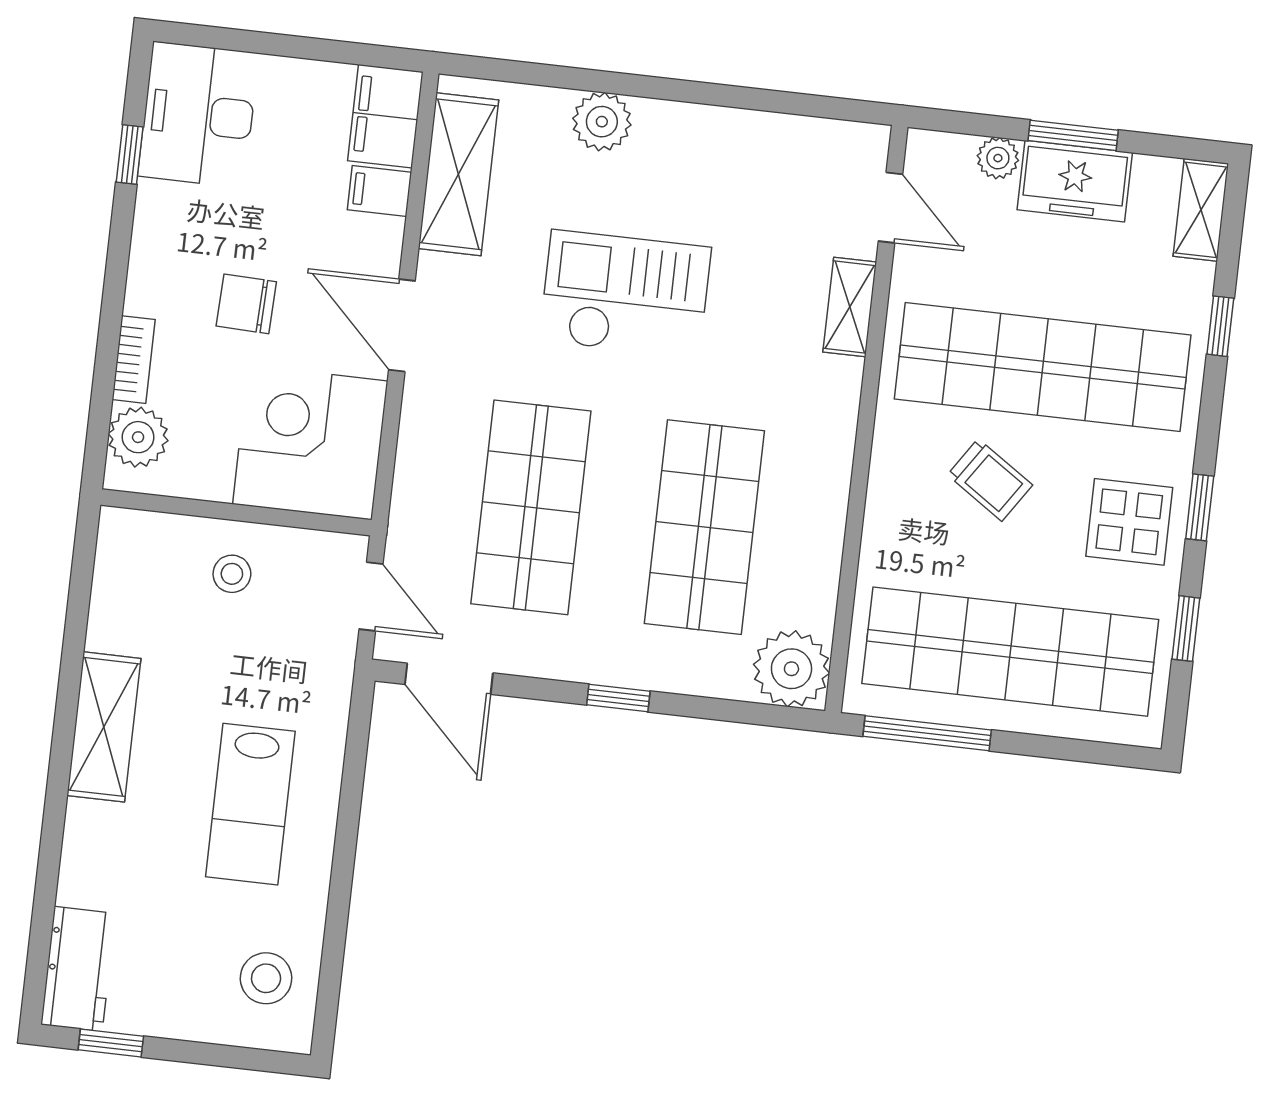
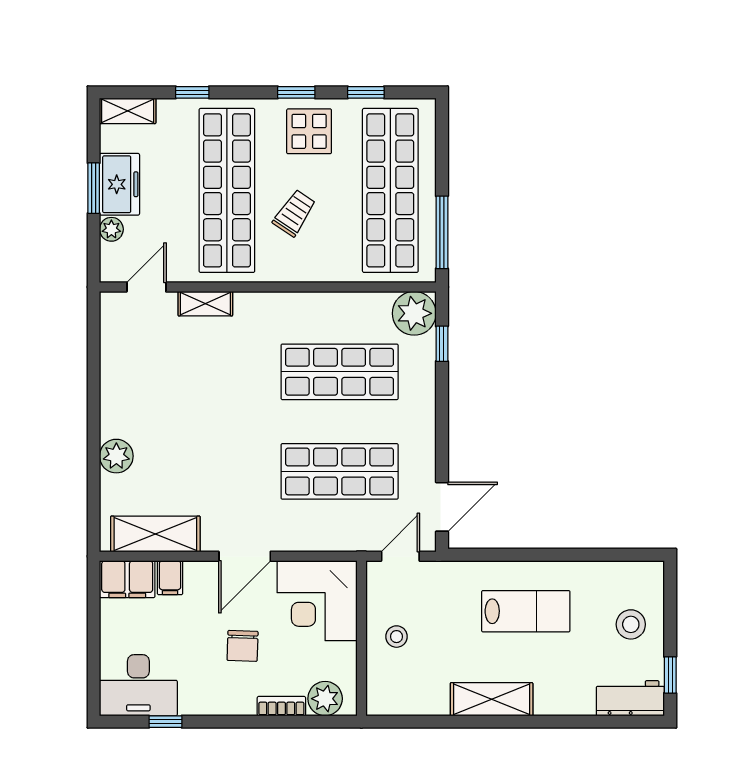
checkout: (625, 294) -> (213, 432), removed
window: (618, 698) -> (442, 344), moved
stool: (266, 978) -> (631, 624), moved

